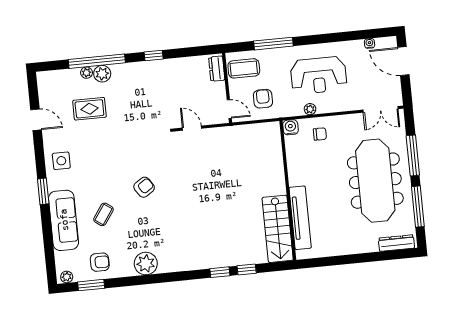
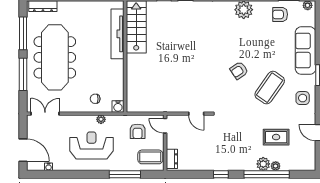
coffee table: (103, 214) -> (270, 88), moved, width x1.86, depth x1.72

